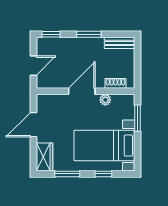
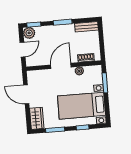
plant: (44, 45) -> (29, 33), added
door: (33, 125) -> (26, 94), hinge flipped

